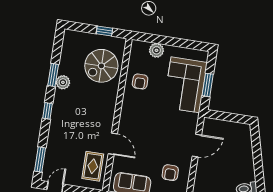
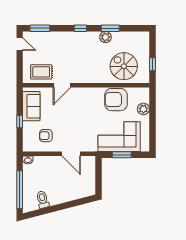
armchair: (140, 81) -> (116, 100), width x1.88, depth x1.88

